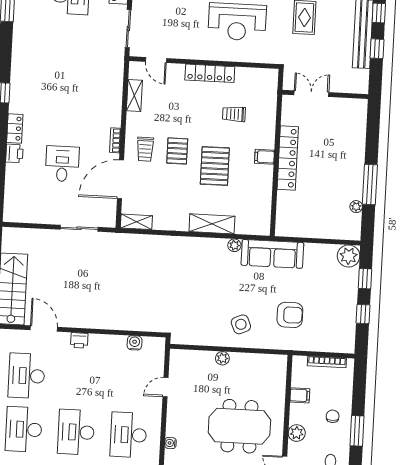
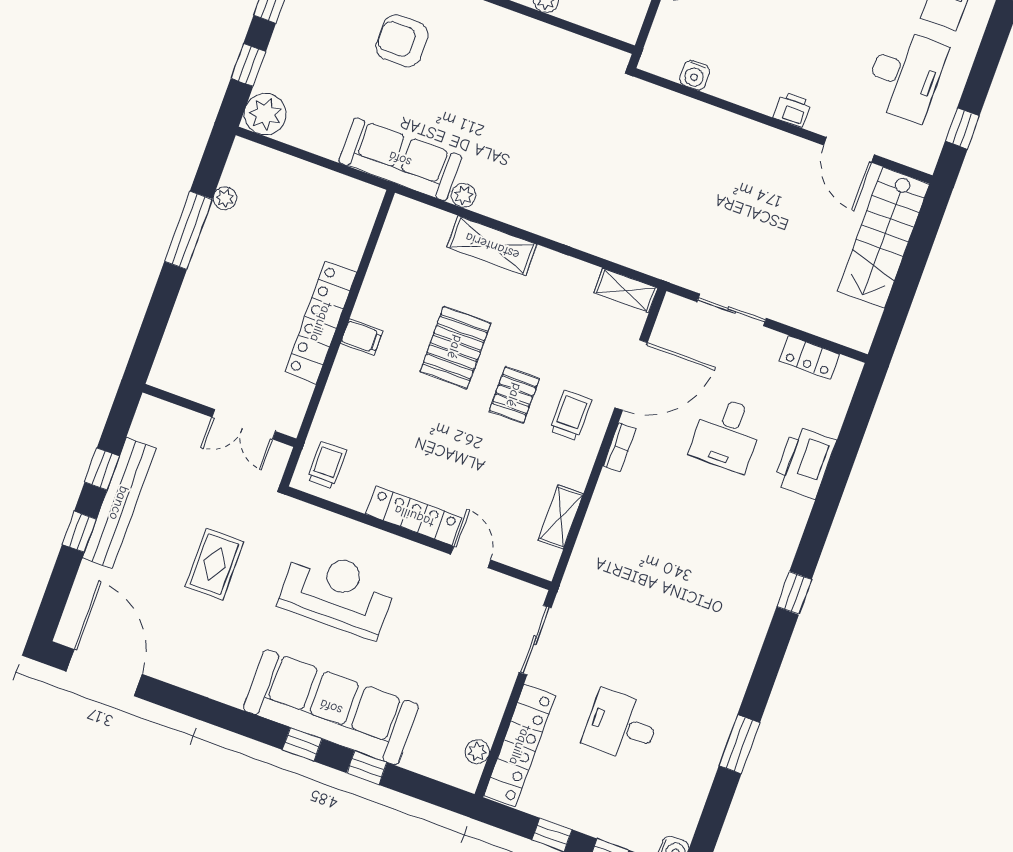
door: (156, 60) -> (471, 557), moved
trolley: (234, 114) -> (327, 465), moved, turned -90
locker: (15, 128) -> (809, 357), moved, turned -90
printer: (14, 153) -> (805, 462), width x1.87, depth x1.48
side table: (241, 324) -> (495, 51), removed

